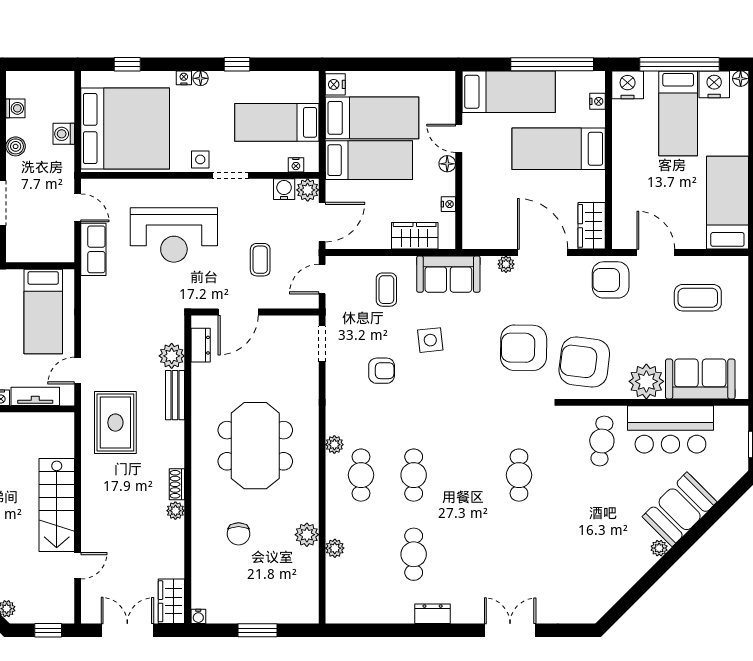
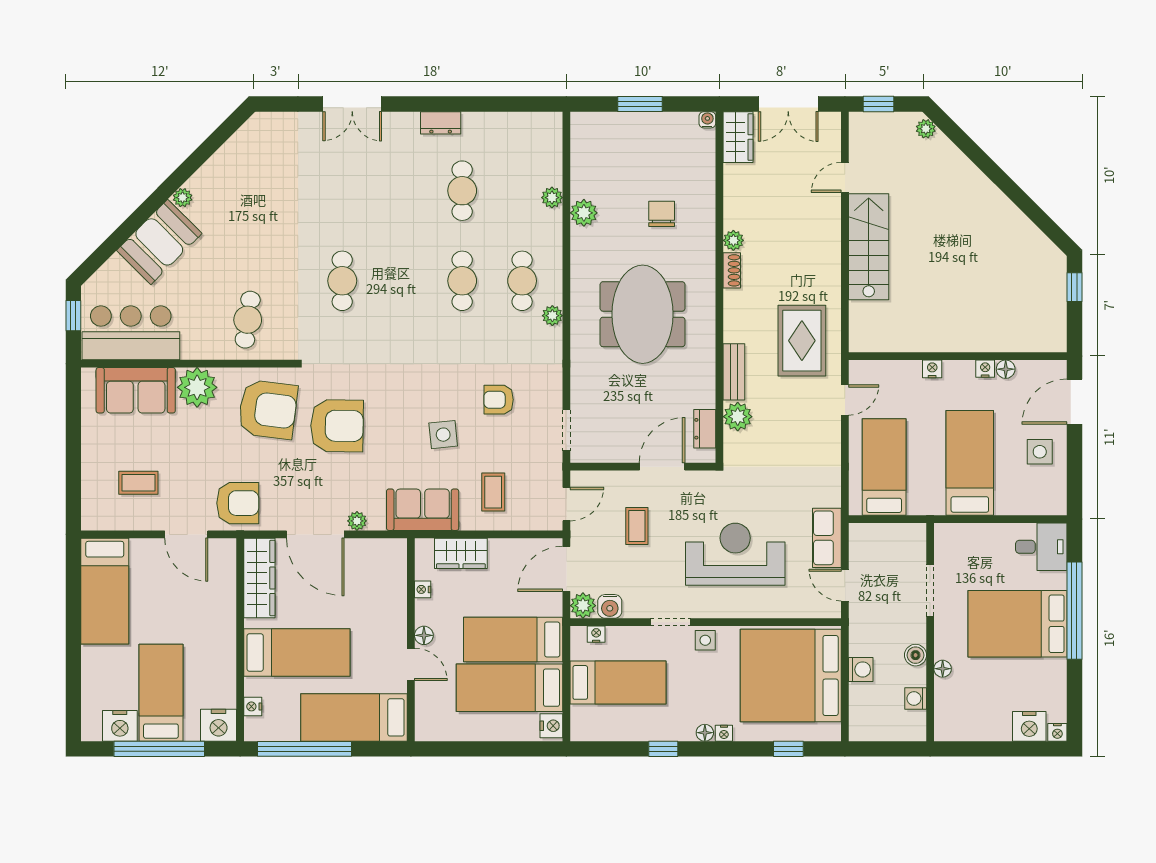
floor lamp: (741, 79) -> (90, 732), removed
wardrobe: (592, 226) -> (259, 578), width x1.50
coffee table: (698, 298) -> (138, 483), width x0.73, depth x0.77
tv unit: (35, 396) -> (893, 370), removed
bar counter: (670, 429) -> (131, 333), moved

